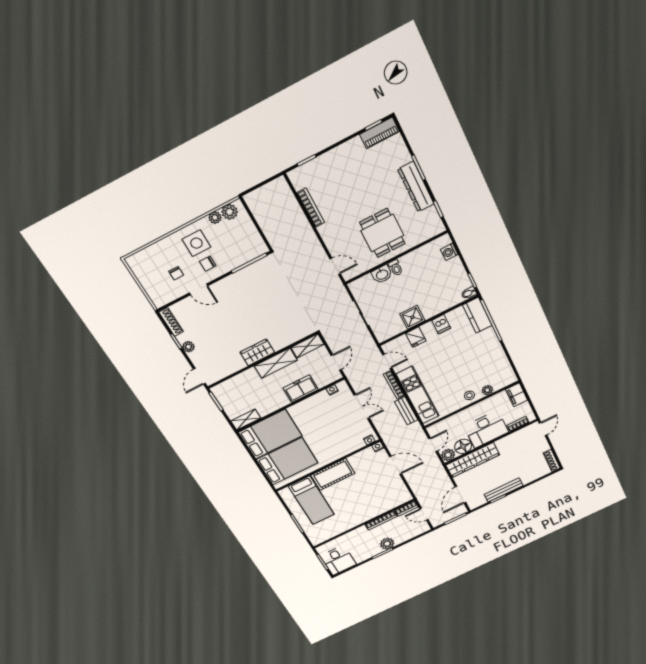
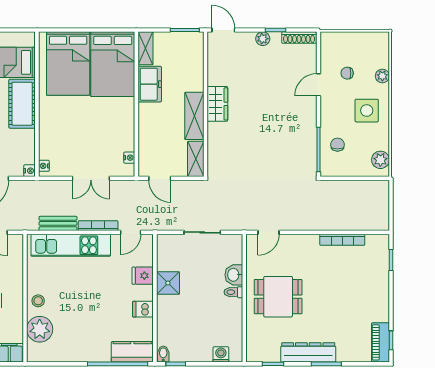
plant: (215, 218) -> (382, 76), moved
chair: (208, 264) -> (337, 145), moved
freezer: (301, 389) -> (150, 84), moved
plant: (487, 390) -> (40, 329), width x1.88, depth x1.88

